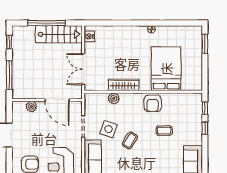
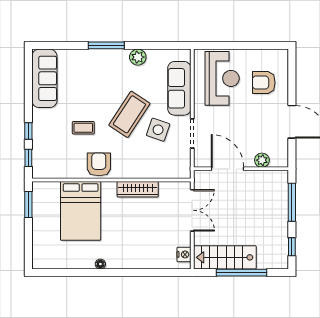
window: (205, 44) -> (28, 204), moved
plant: (114, 98) -> (151, 171), removed
coffee table: (130, 141) -> (129, 114), width x1.86, depth x1.72

